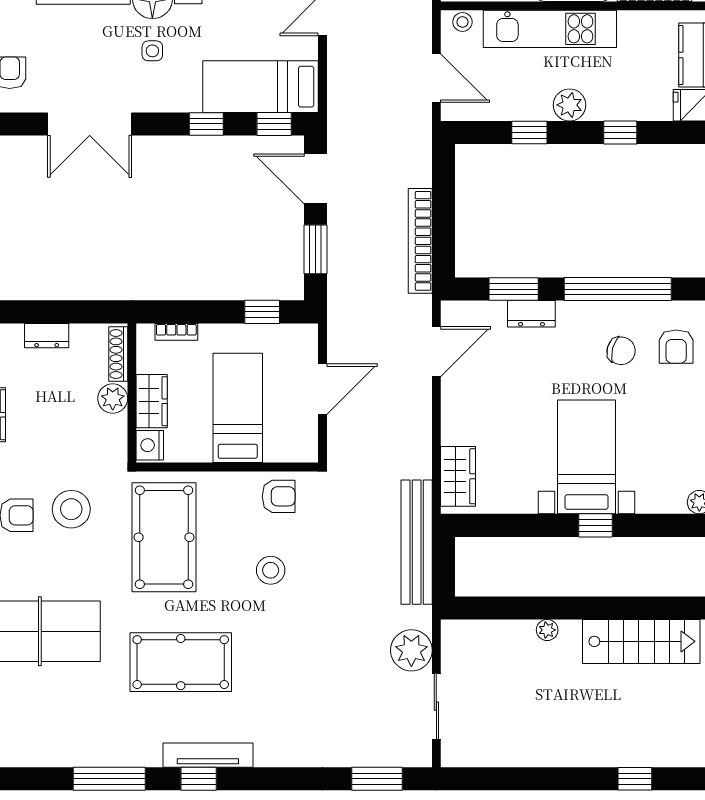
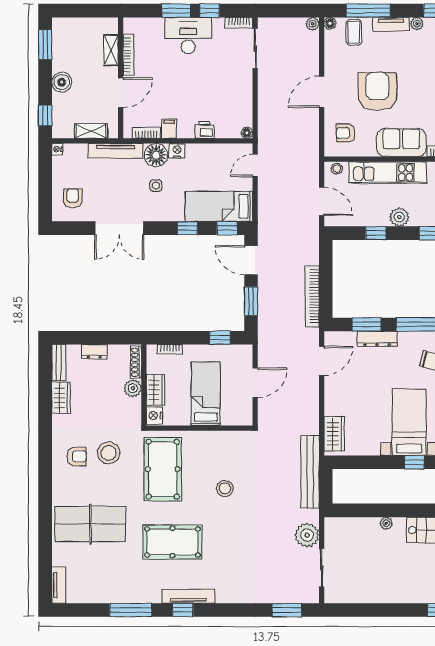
dresser: (531, 314) -> (377, 339), width x1.44
armchair: (279, 496) -> (230, 445), removed

